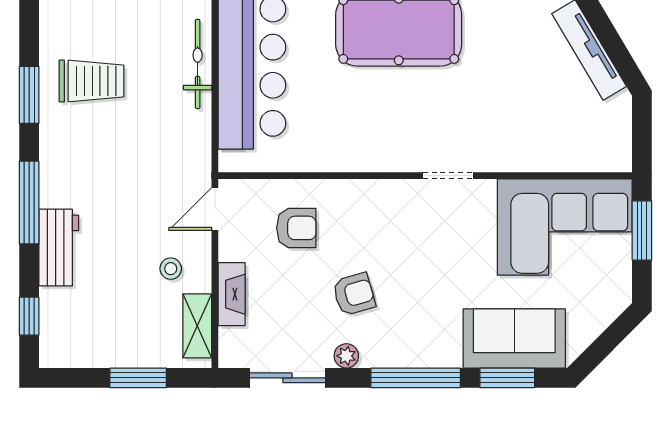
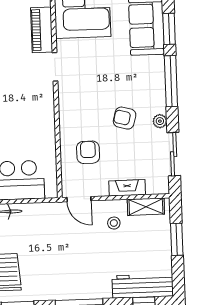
piano: (514, 155) -> (42, 30), added
workbench: (59, 248) -> (143, 286), moved, width x1.38
armchair: (354, 294) -> (125, 118), turned -59

